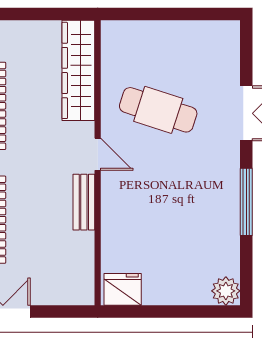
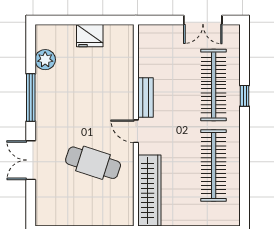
fridge: (123, 289) -> (90, 36), moved
plant: (226, 291) -> (45, 60), moved

